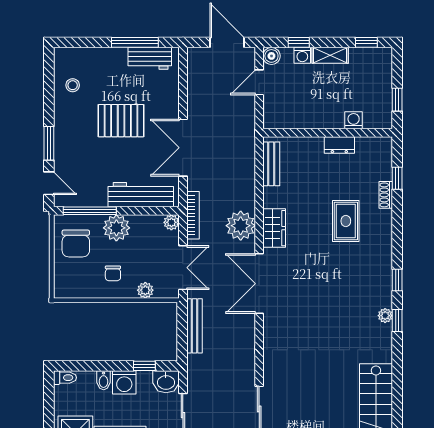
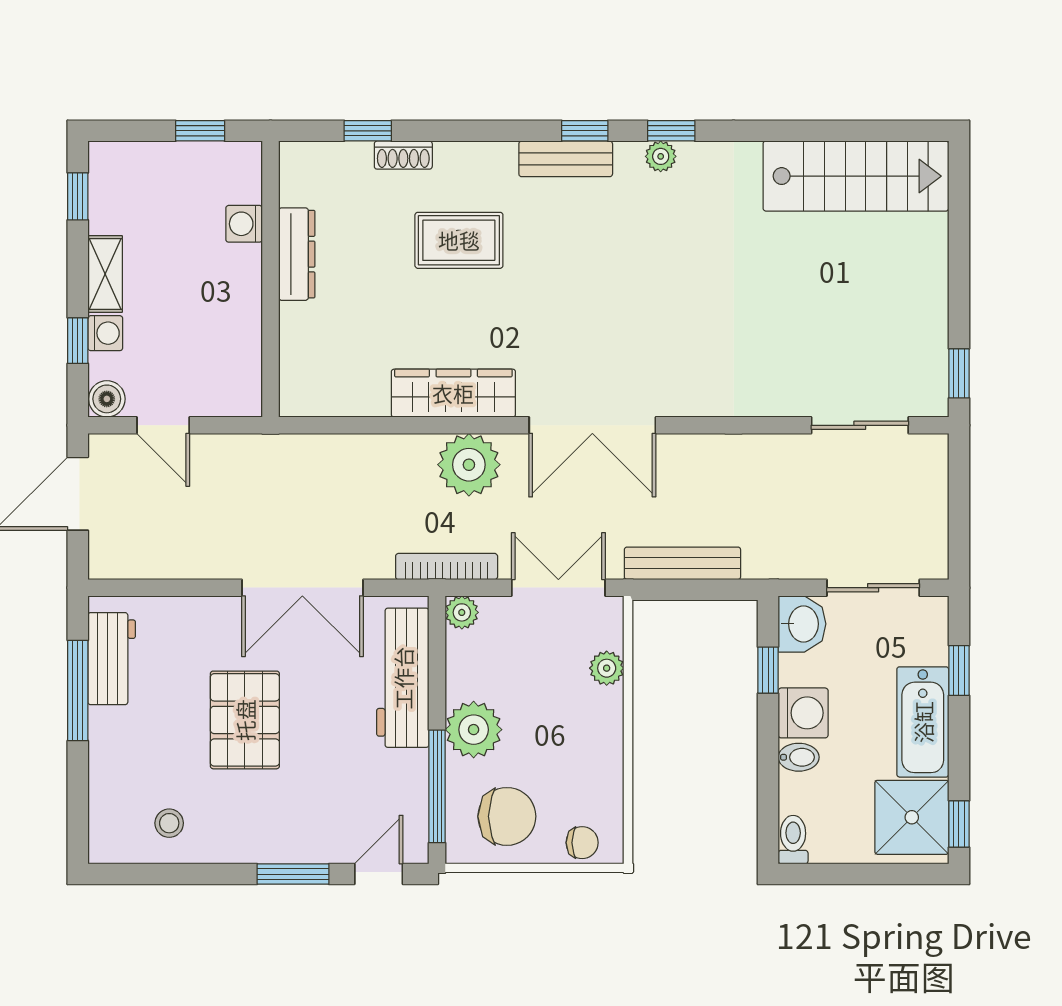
dresser: (339, 145) -> (297, 254), width x1.44
bench: (271, 164) -> (566, 159), moved
wardrobe: (274, 228) -> (453, 393), width x1.50
chair: (113, 273) -> (582, 843), moved

